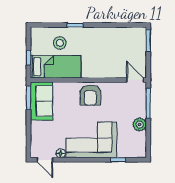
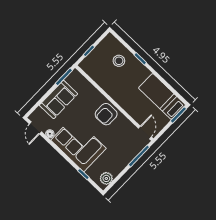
bed: (56, 67) -> (162, 96), moved, turned 180
sofa: (41, 101) -> (58, 100), moved
plant: (140, 124) -> (106, 178), moved

